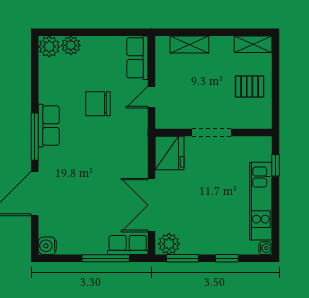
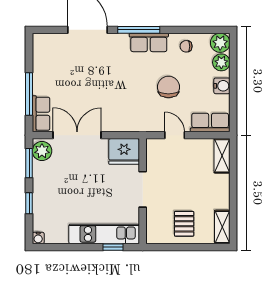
shelving: (189, 44) -> (222, 156), moved
chair: (53, 84) -> (186, 46), added
kitchen unit: (261, 201) -> (104, 234), moved
water cooler: (47, 246) -> (222, 86), moved, turned 90

